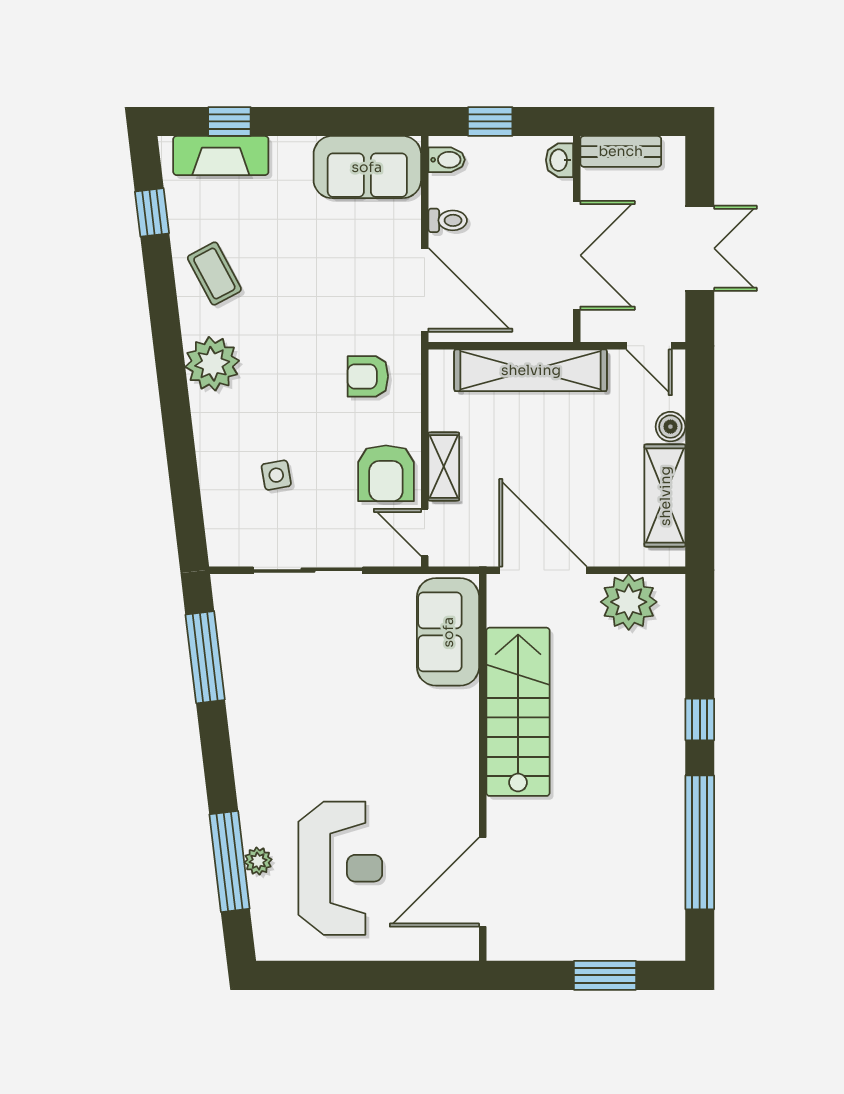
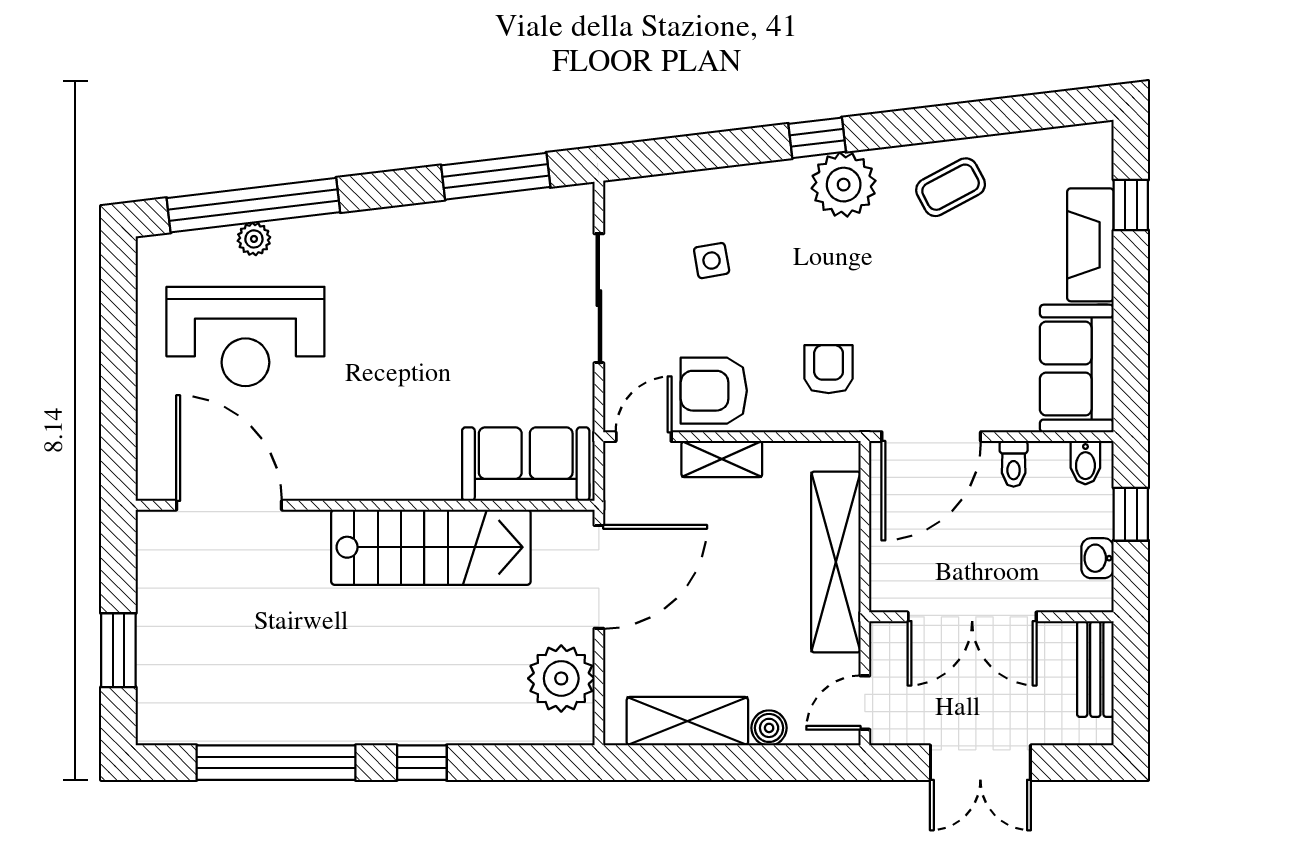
fireplace: (221, 156) -> (1090, 245), moved
washbasin: (559, 160) -> (1097, 558), moved, turned -90
window: (152, 212) -> (817, 138), moved
window: (230, 862) -> (253, 205), width x1.46

